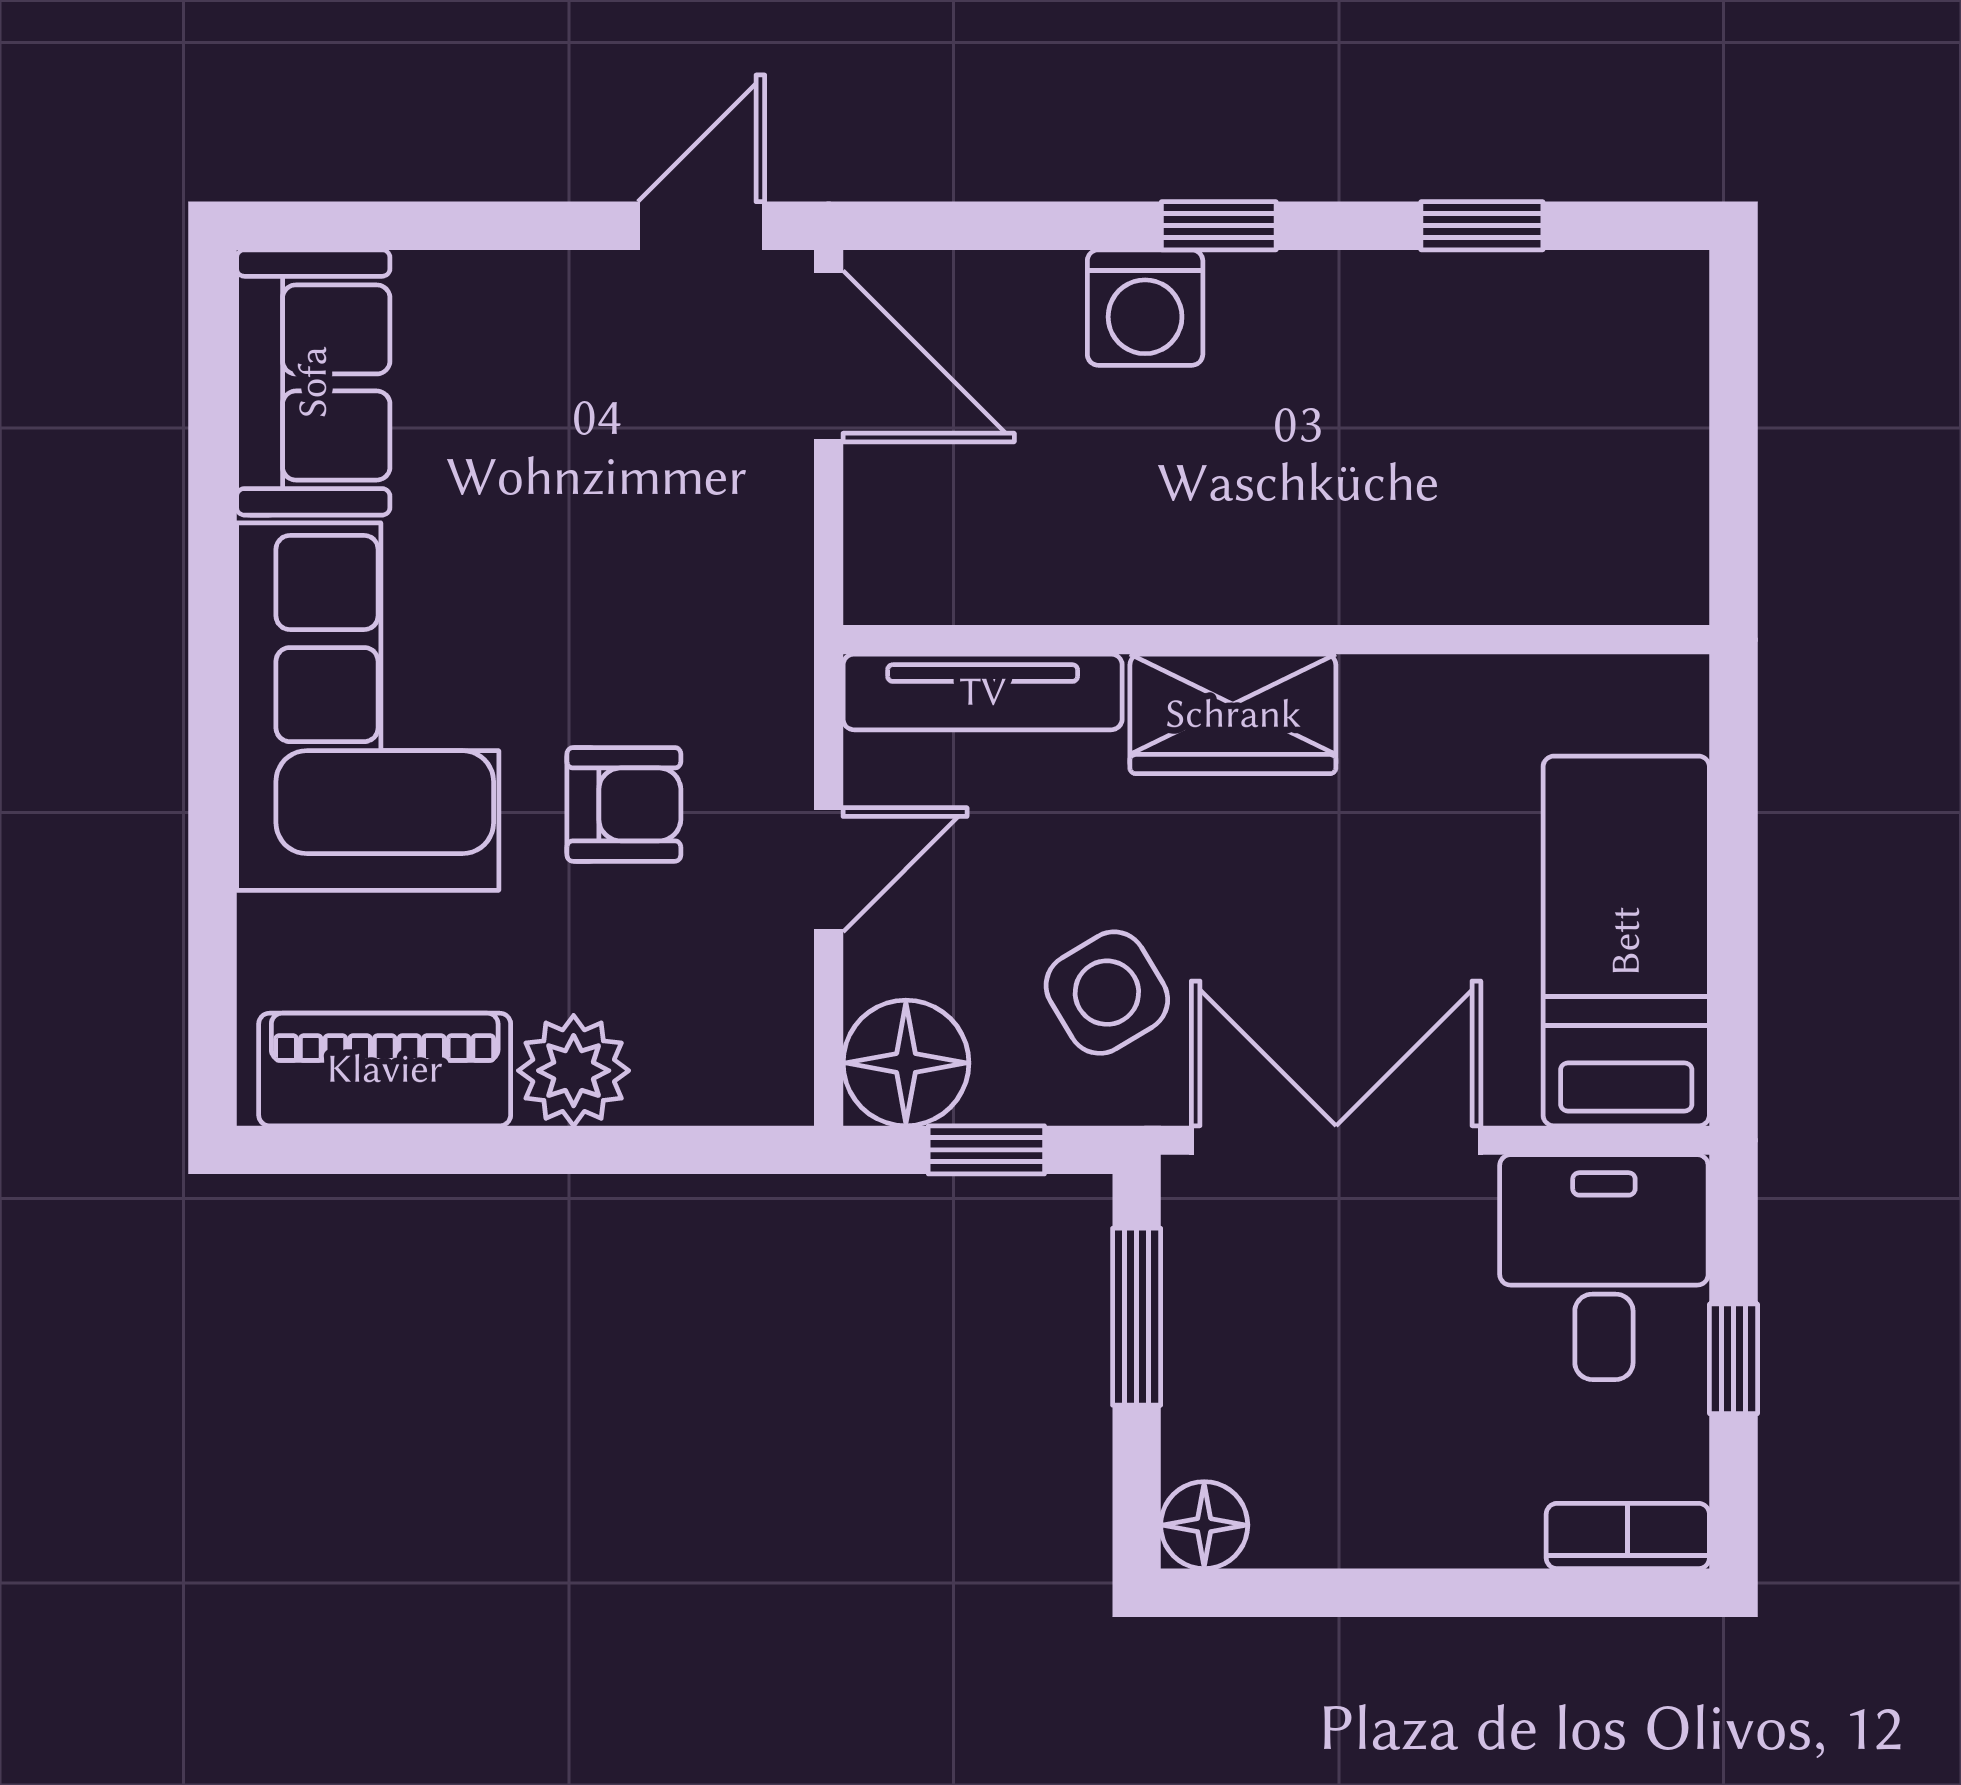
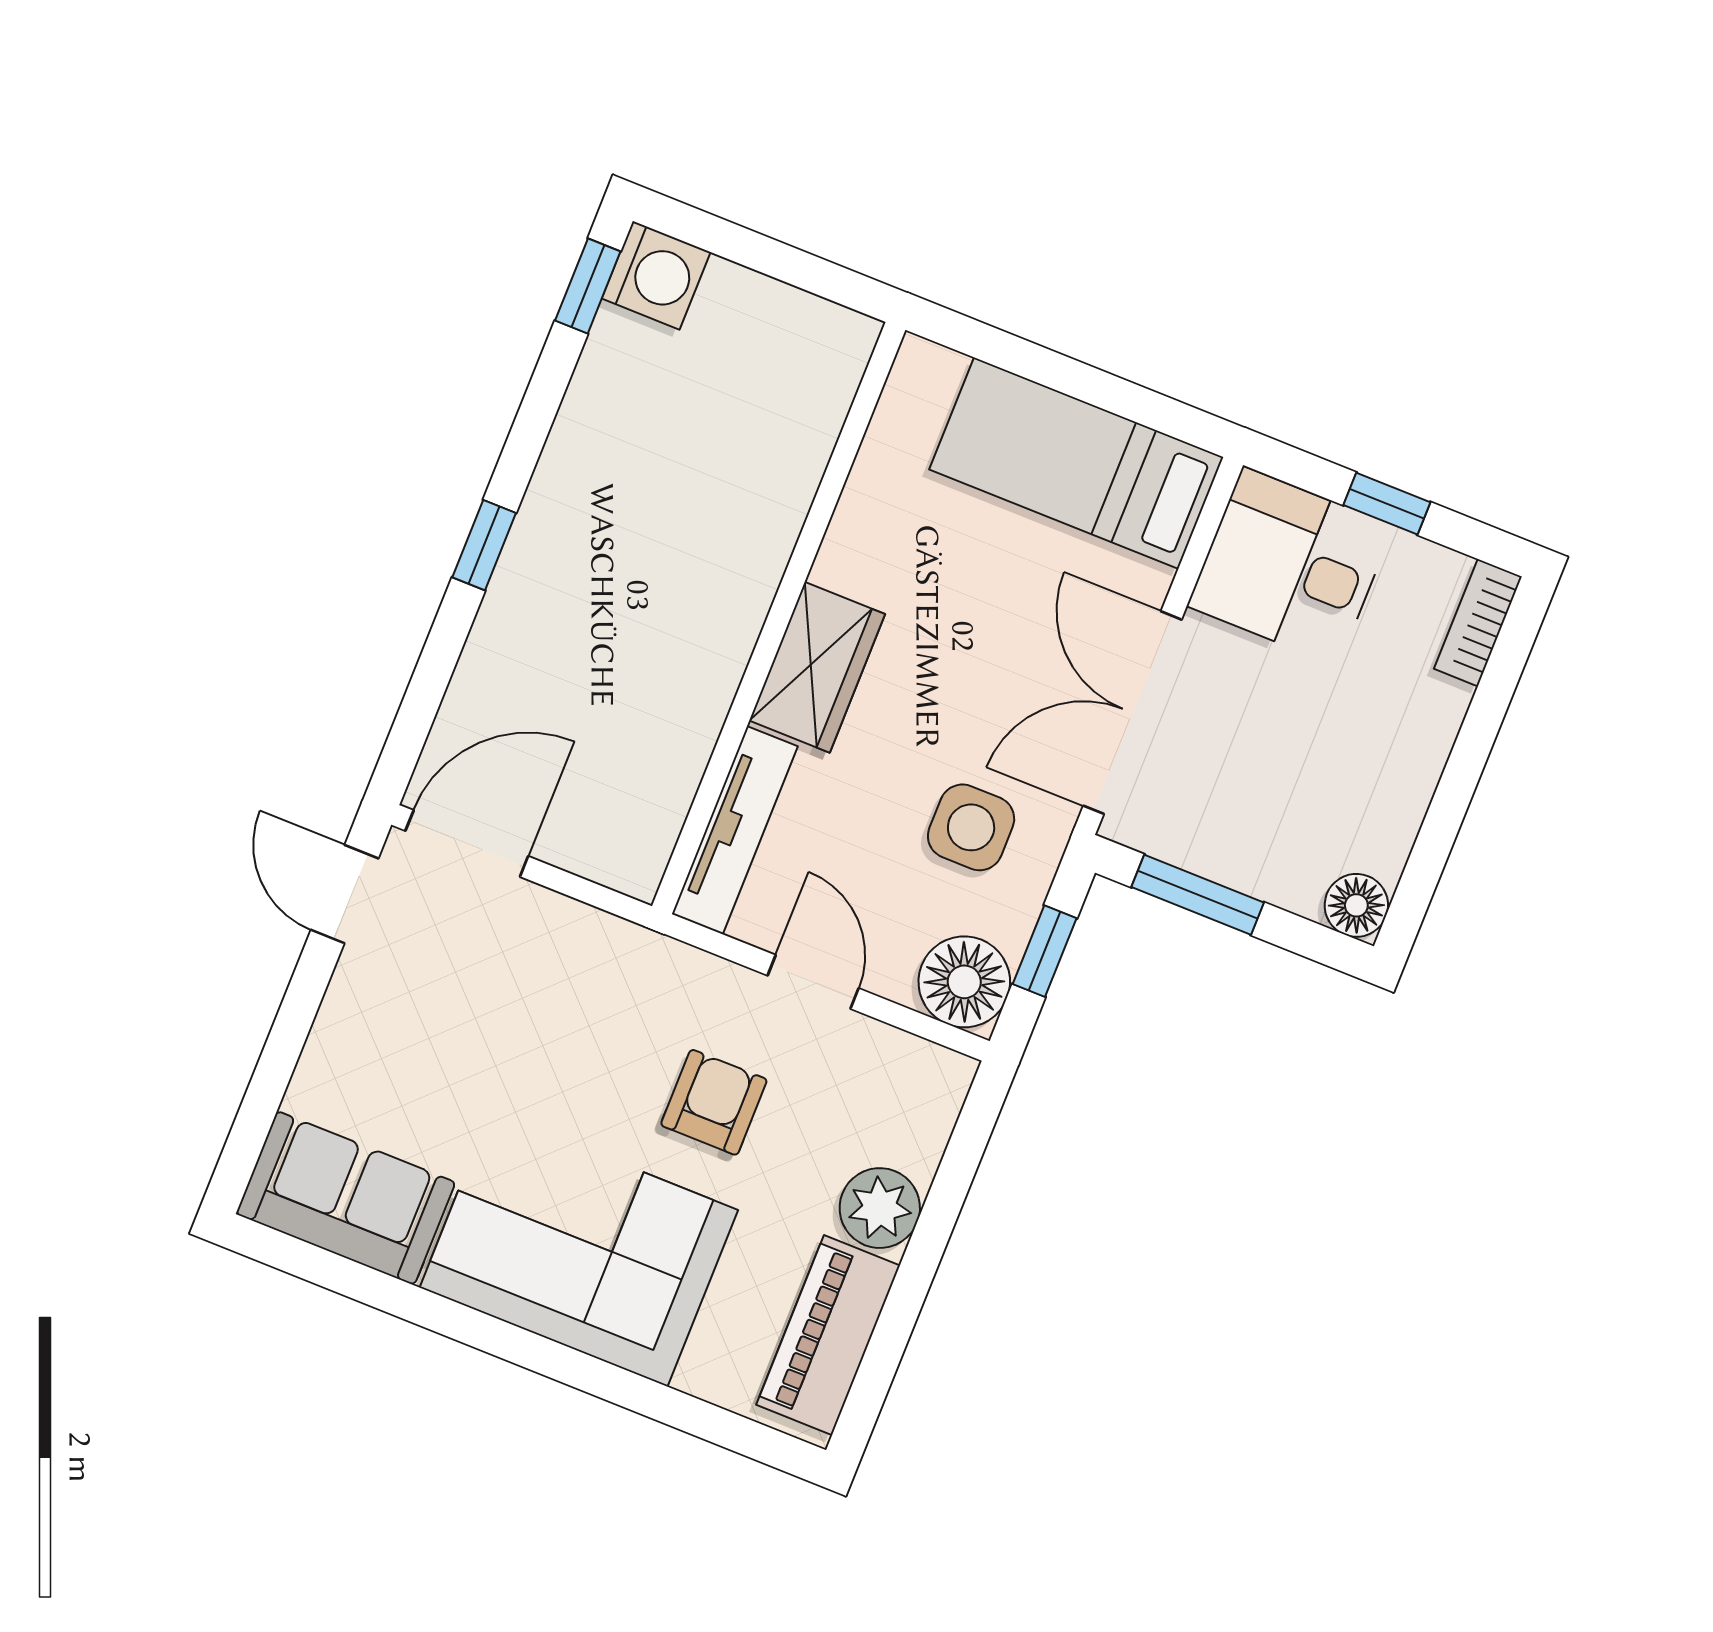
window: (1482, 226) -> (588, 286), moved
washing machine: (1145, 308) -> (656, 275), moved
side table: (1107, 993) -> (971, 827), turned 31

